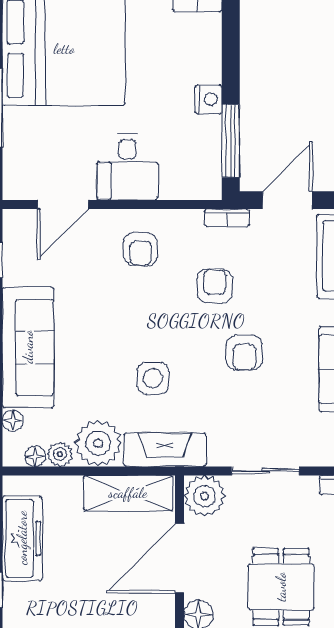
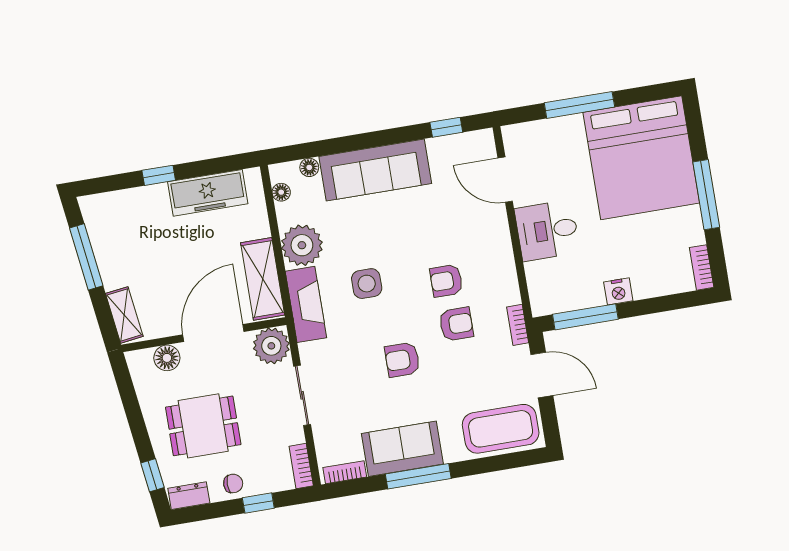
armchair: (140, 249) -> (446, 281), moved
plant: (60, 454) -> (287, 214), removed
door: (180, 558) -> (213, 333), hinge flipped

